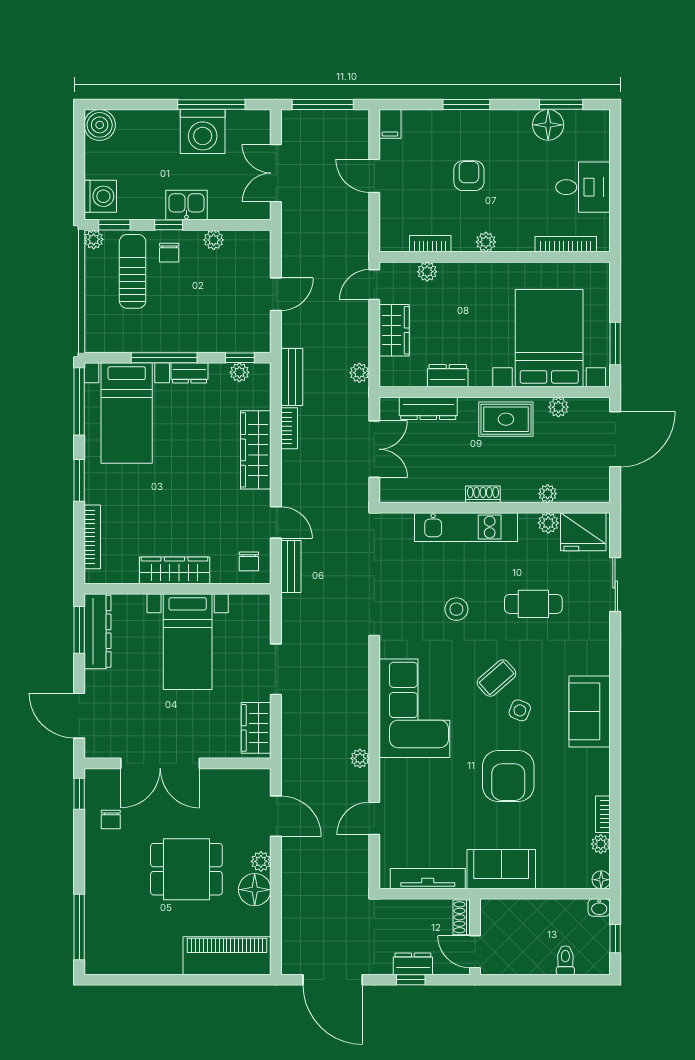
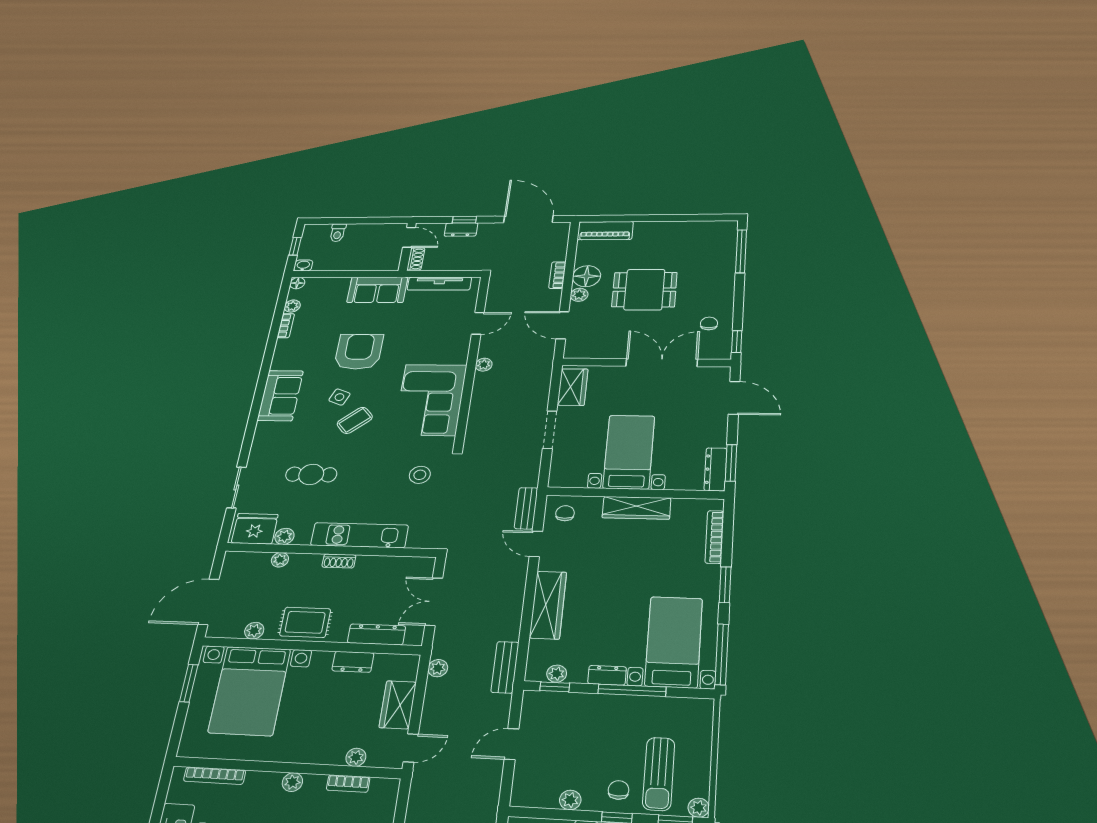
bookcase: (289, 428) -> (557, 275), moved
stool: (456, 609) -> (420, 475), moved
dresser: (97, 631) -> (716, 469), width x0.73, depth x0.80
piano: (227, 956) -> (605, 231), width x0.73, depth x0.75

